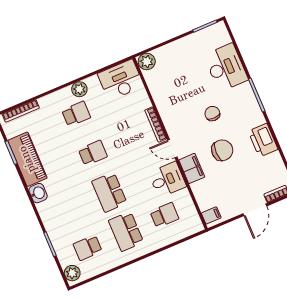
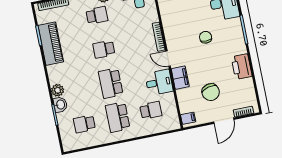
chair: (222, 150) -> (211, 92), moved, turned 77
school desk: (93, 153) -> (104, 49), turned 180
washbasin: (38, 193) -> (60, 105), moved
plant: (72, 273) -> (58, 90), moved

